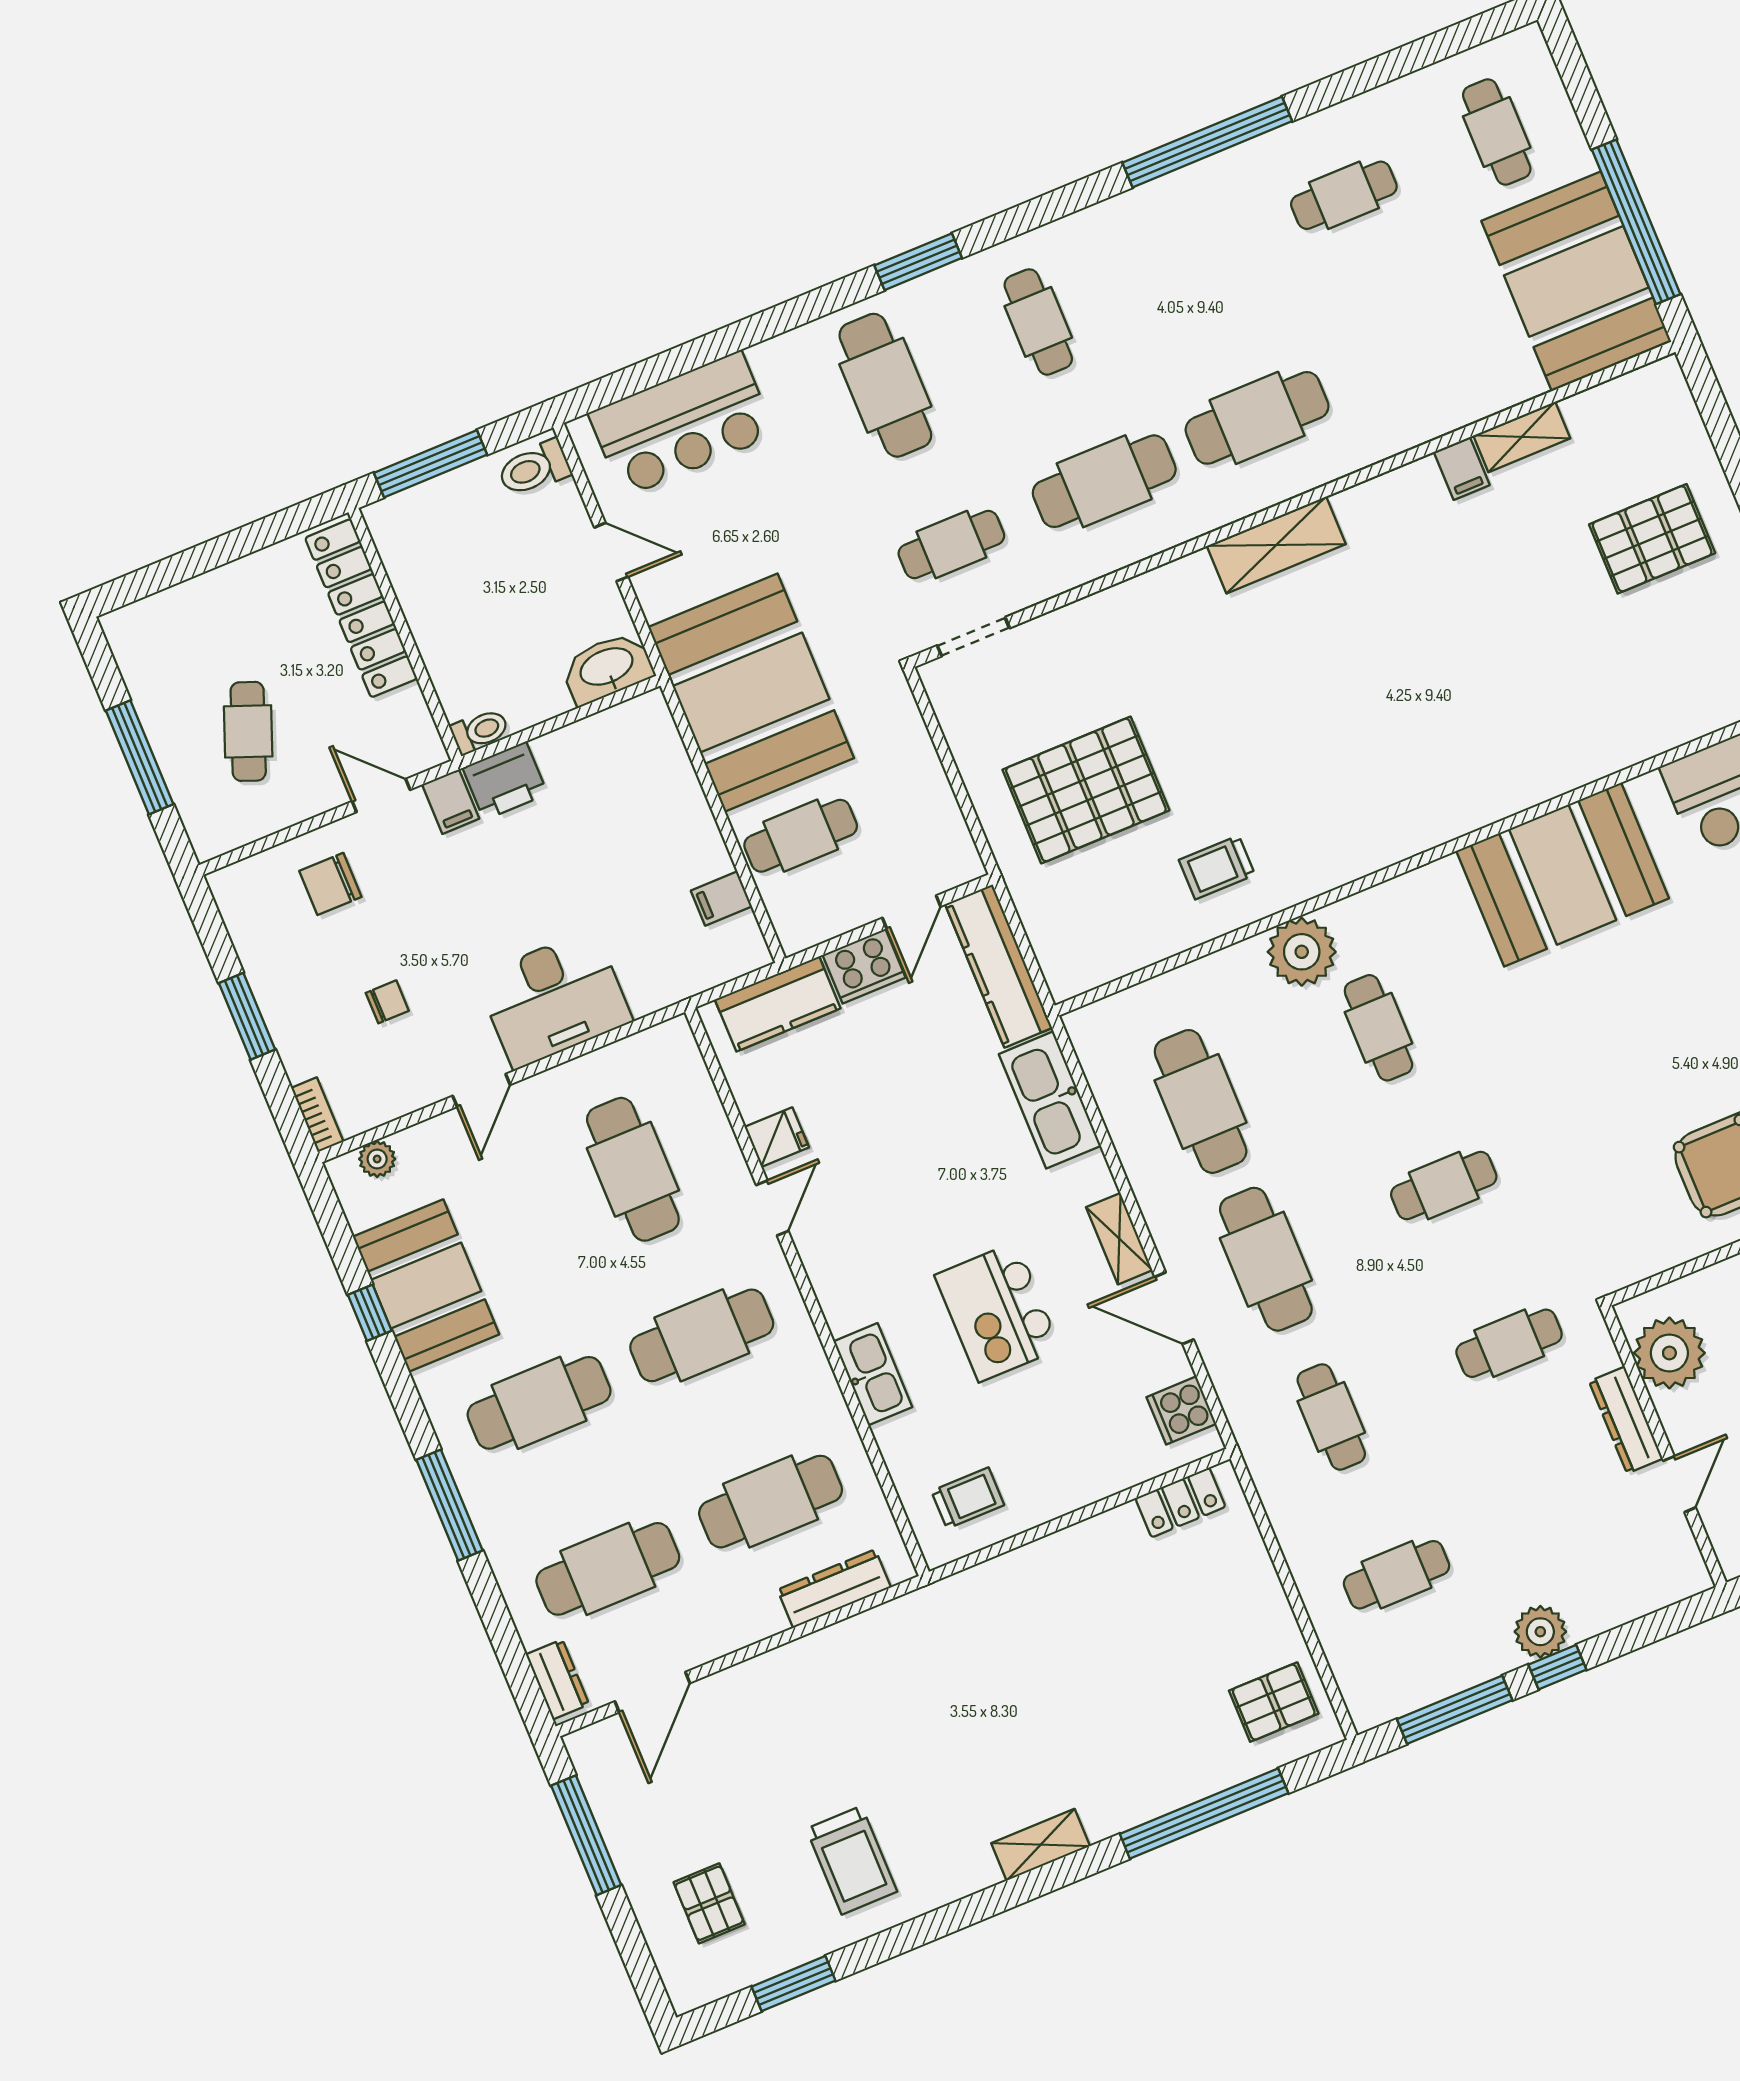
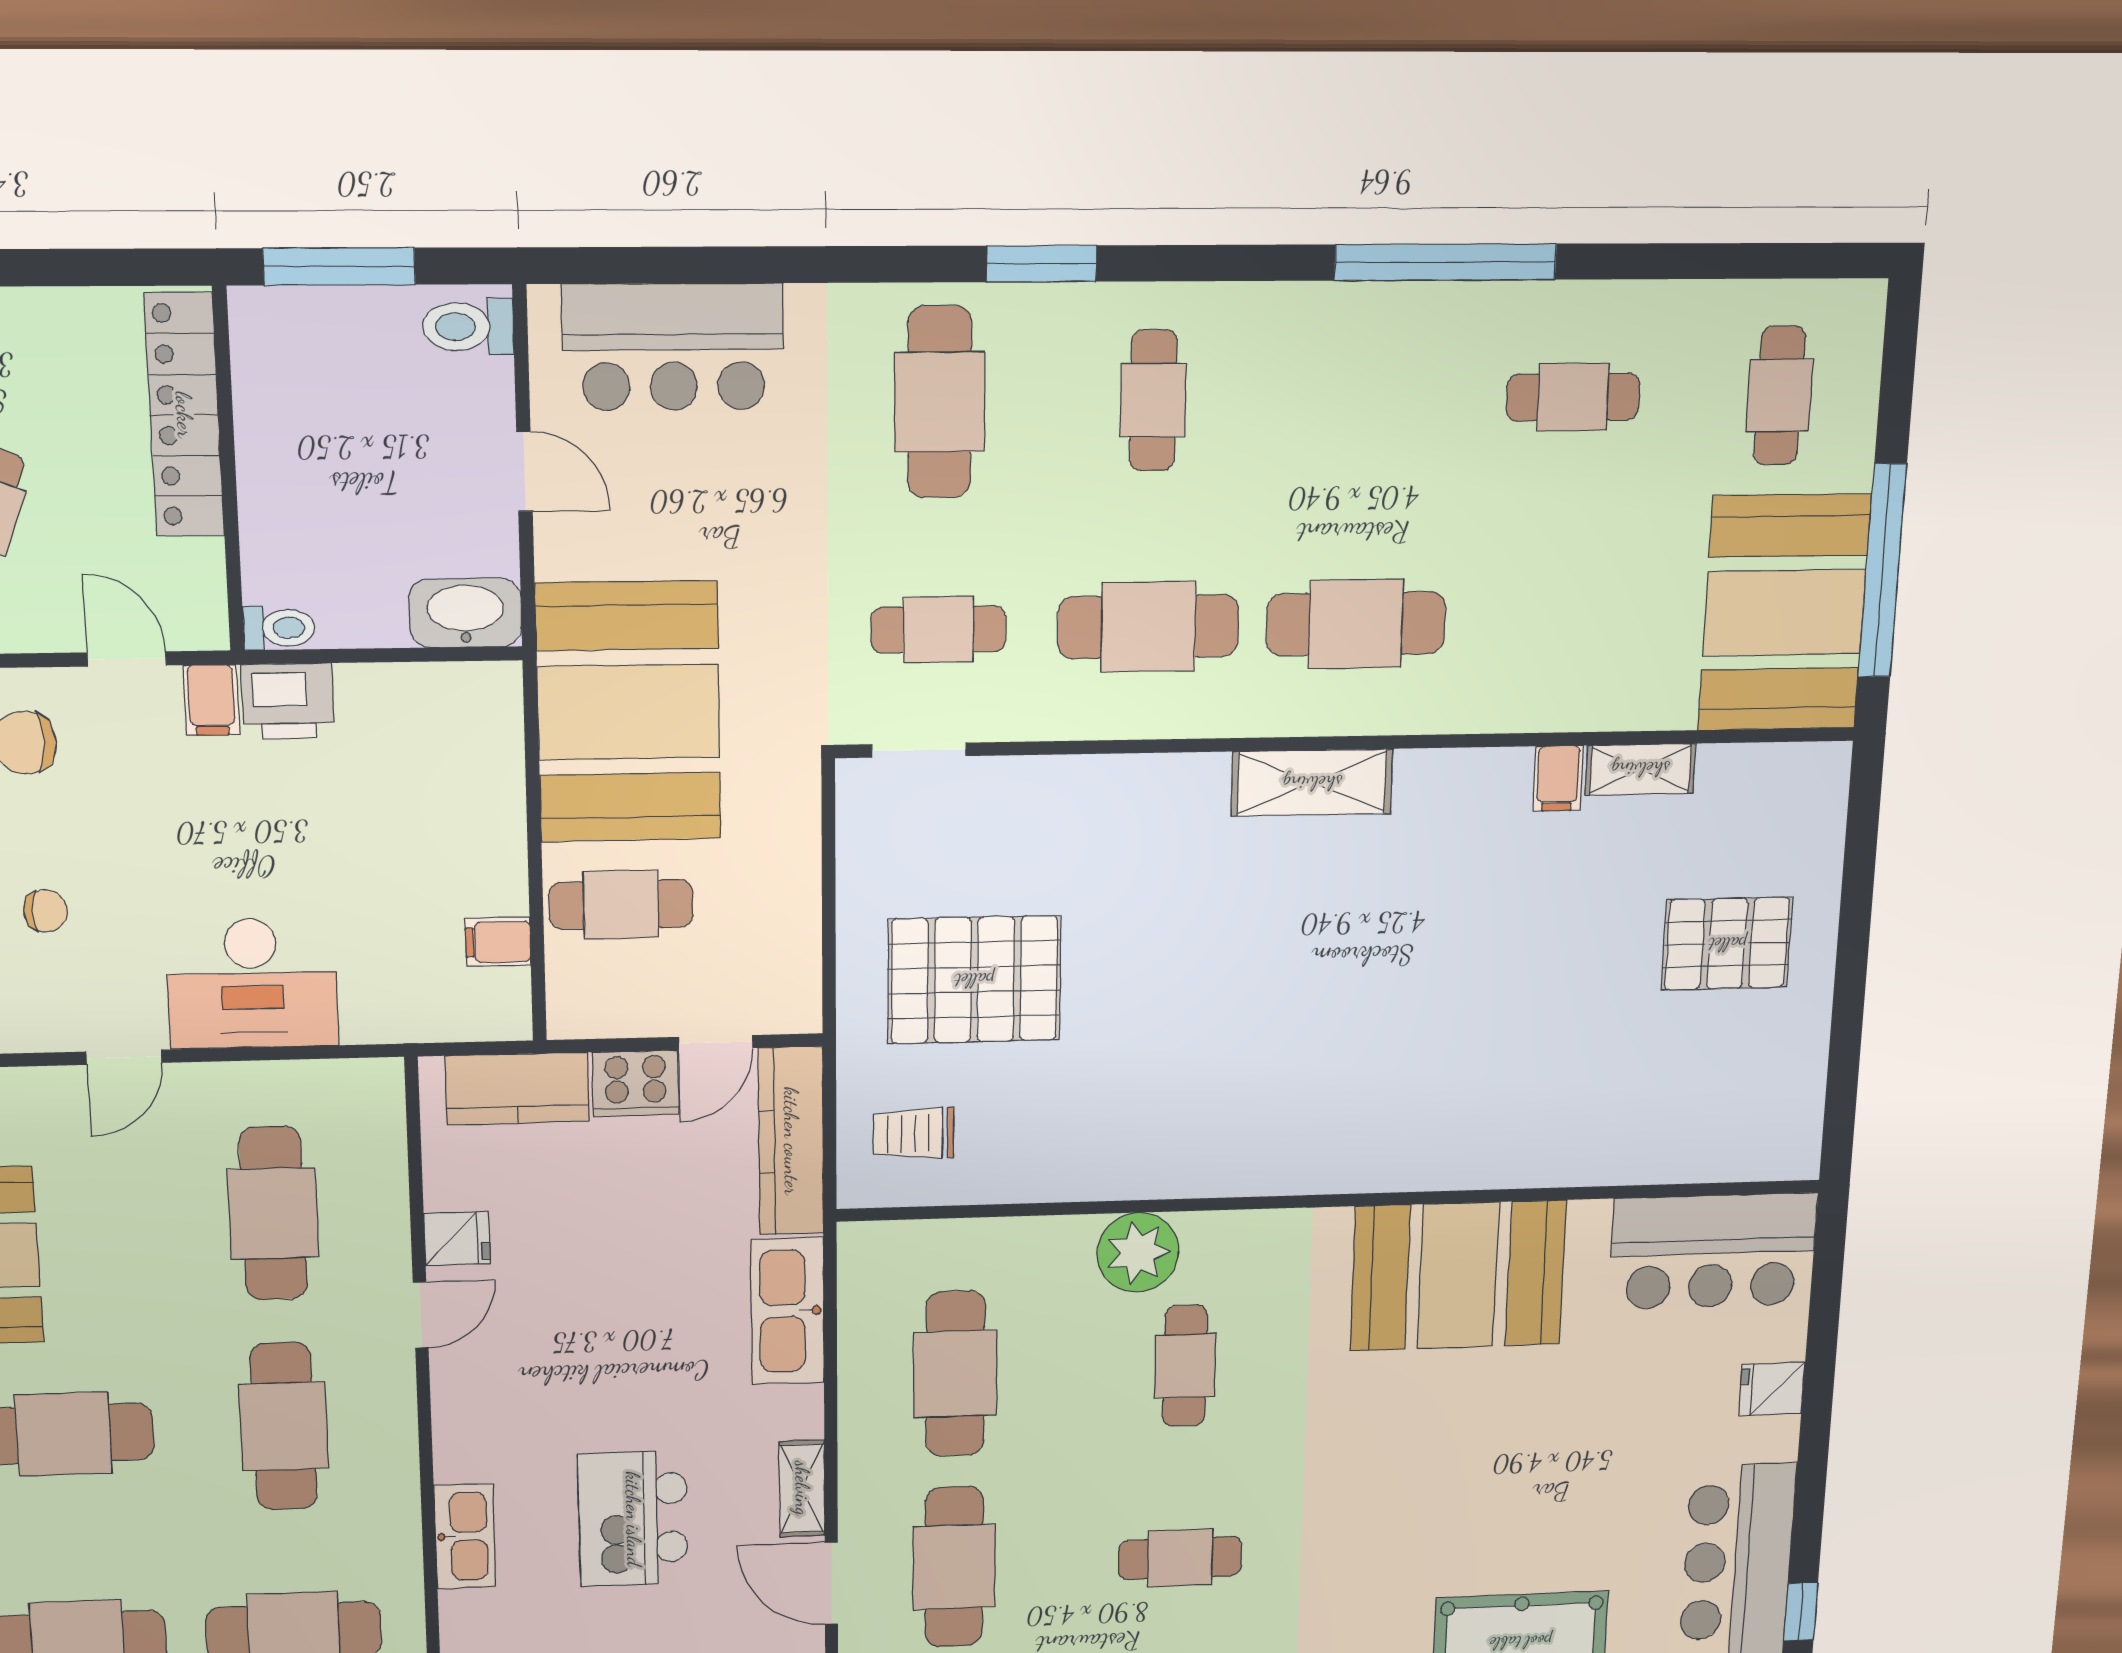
trolley: (1217, 867) -> (914, 1133), moved
cafe table: (702, 1335) -> (284, 1426), turned 90

